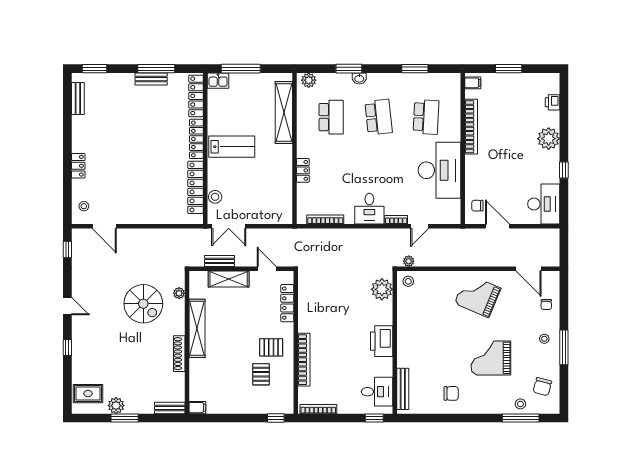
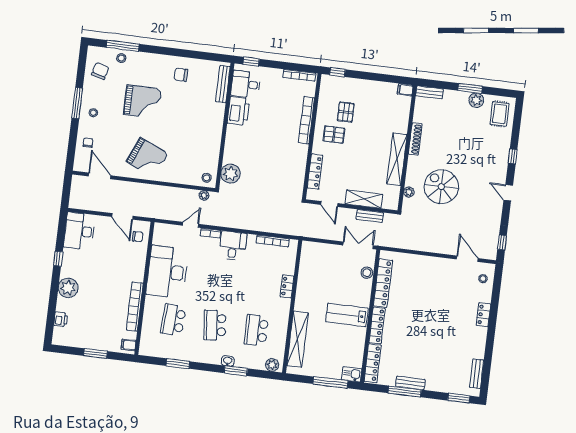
printer: (382, 341) -> (238, 111), moved
rug: (88, 394) -> (500, 114), turned 90

